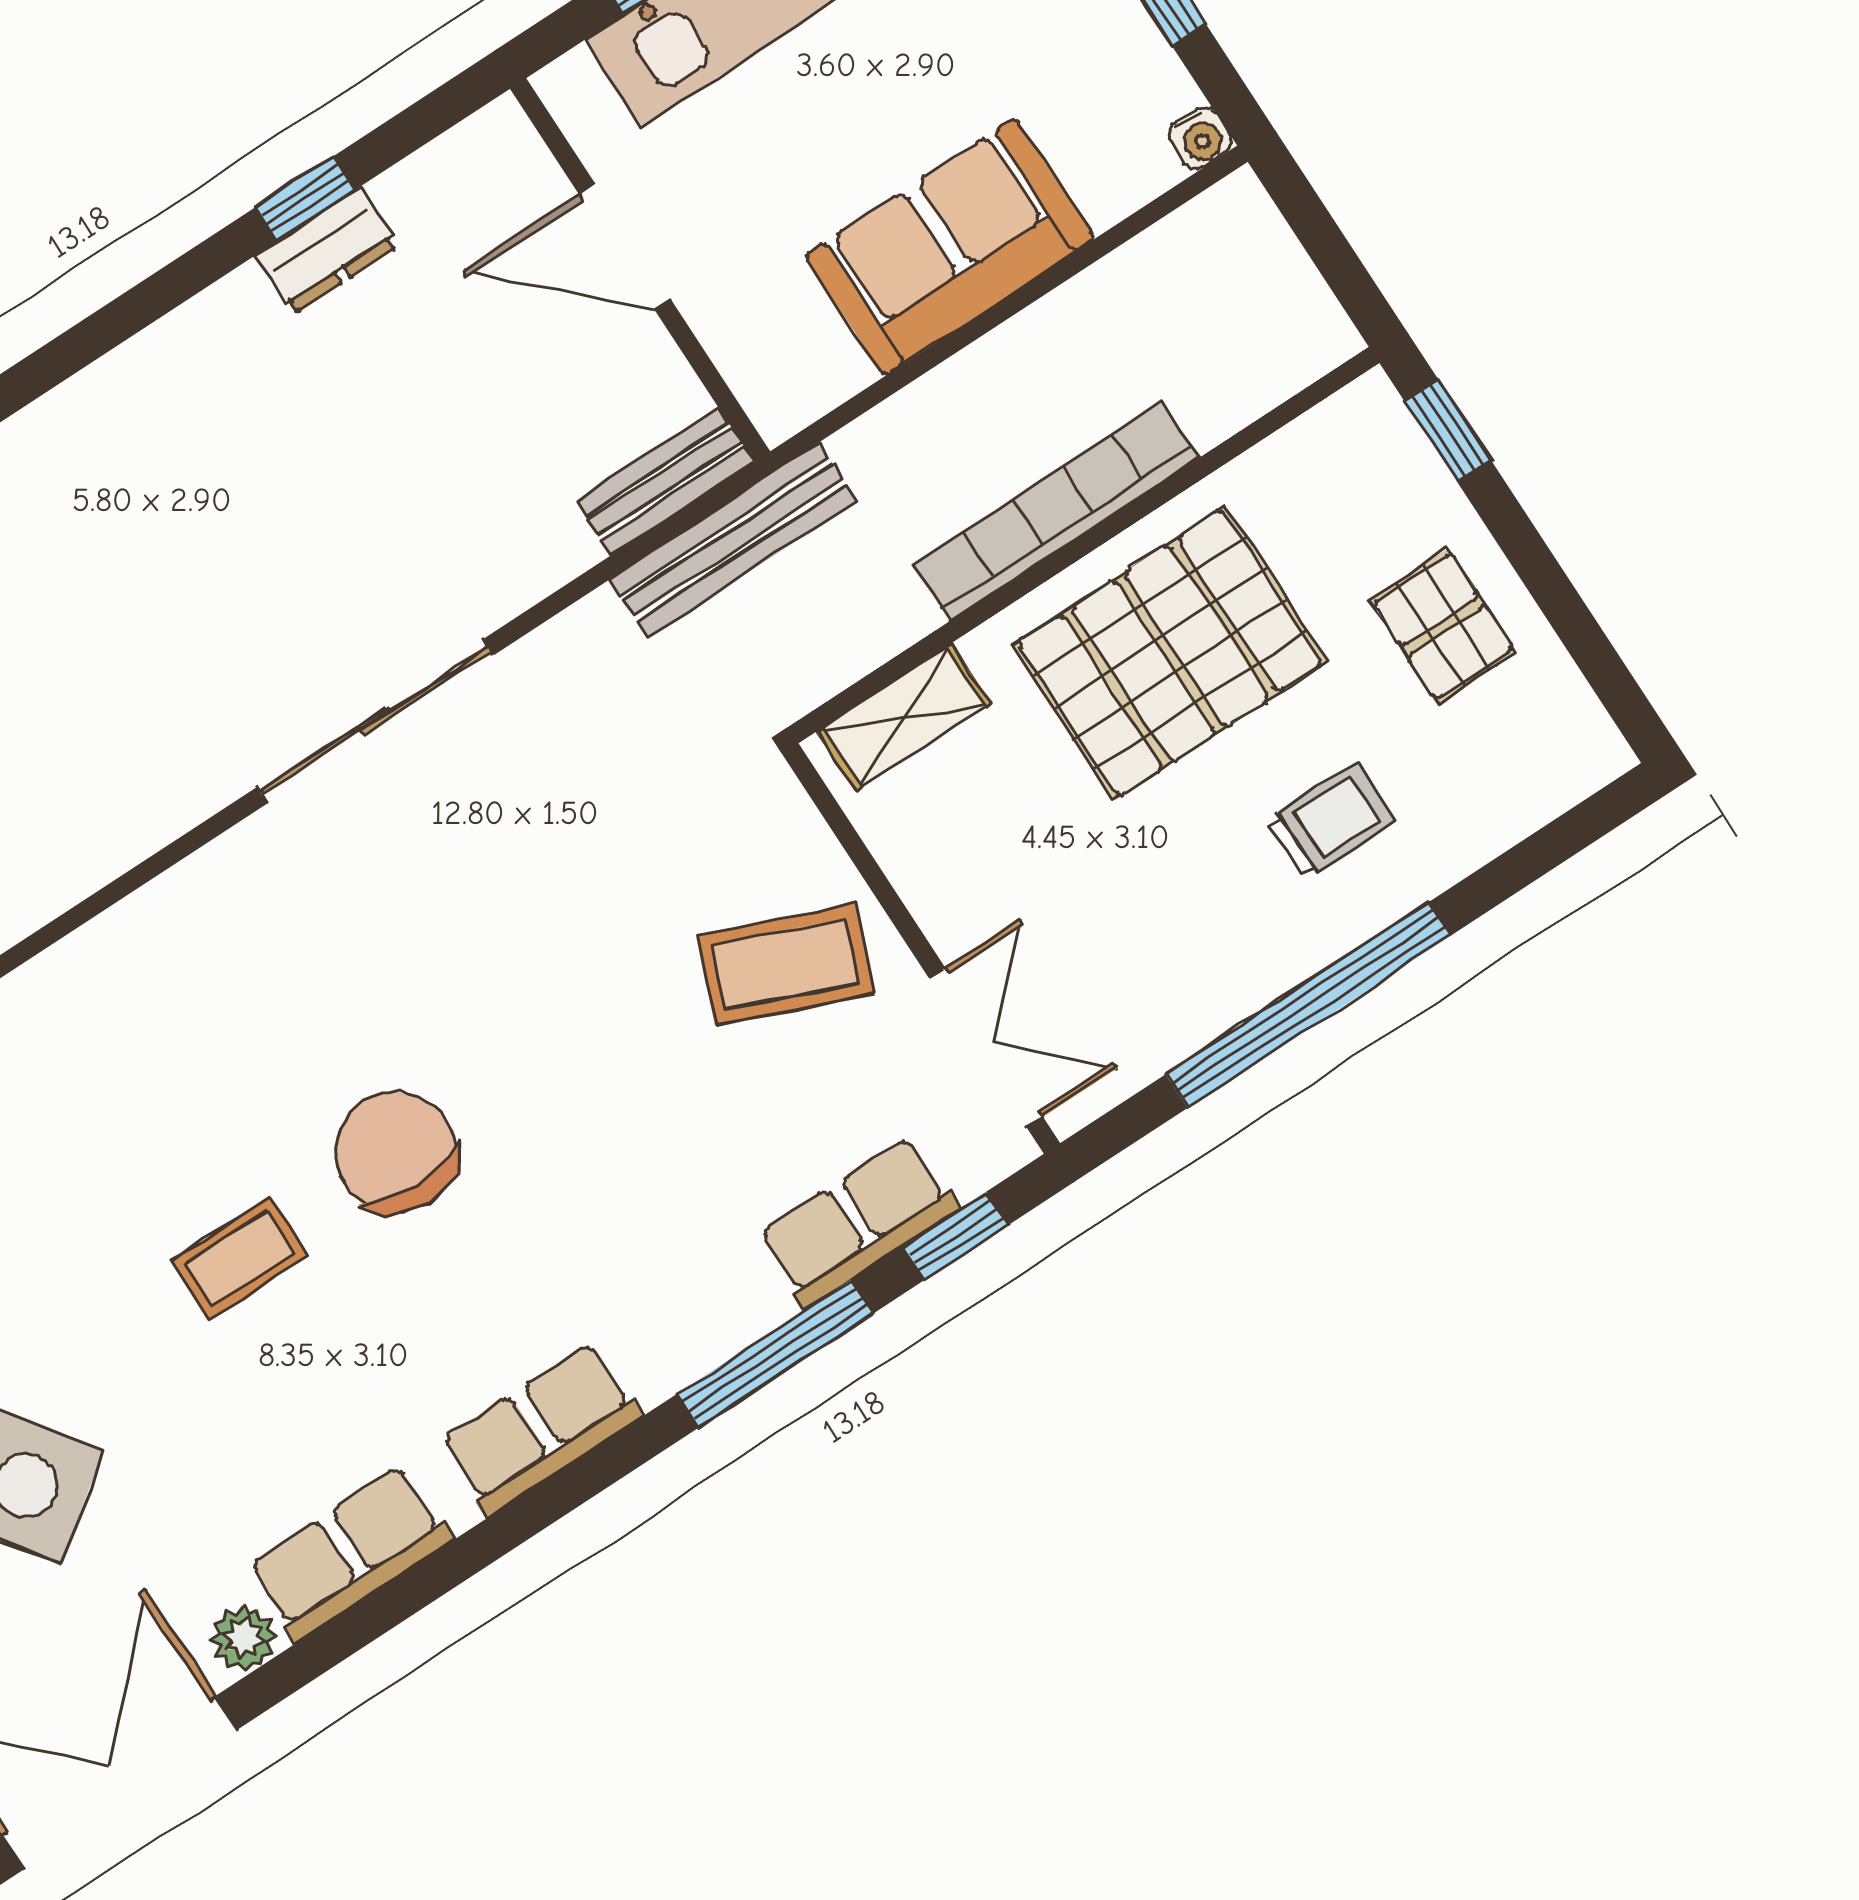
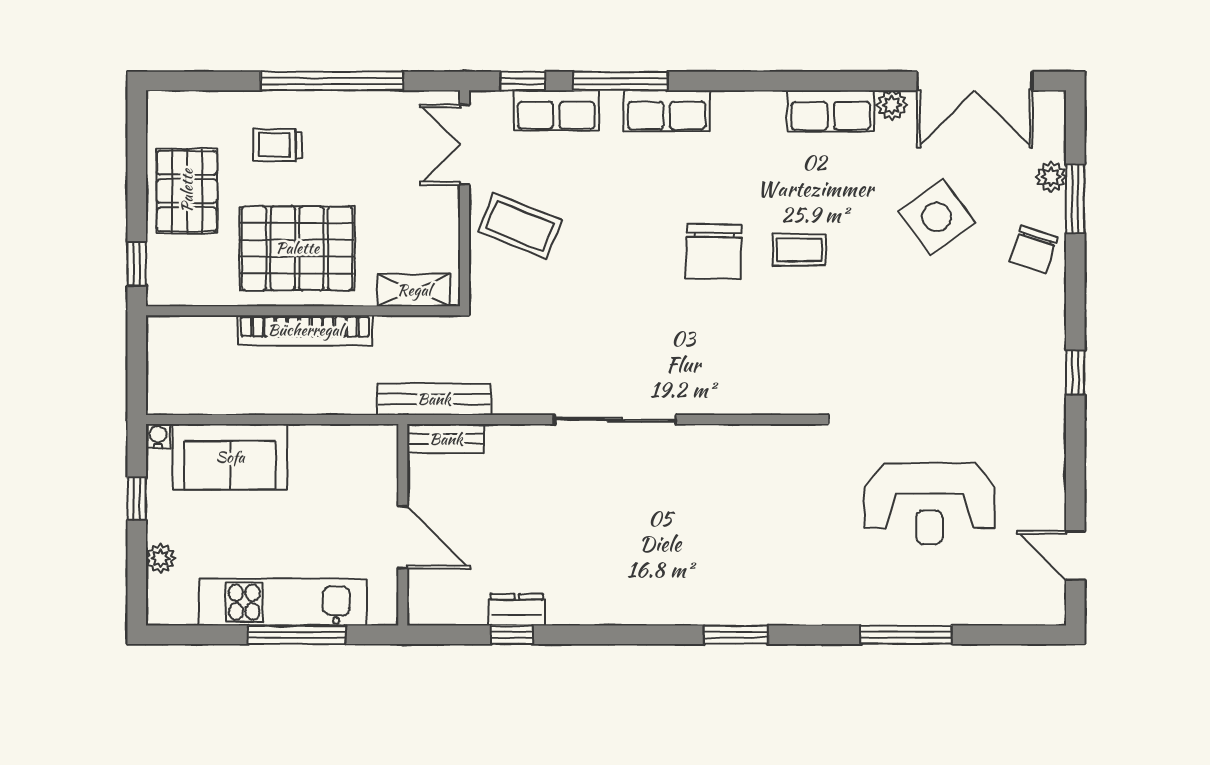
sofa: (950, 247) -> (230, 457), moved
pallet: (1443, 626) -> (187, 191), width x1.50, depth x1.42
row of seats: (541, 1429) -> (667, 111), moved

